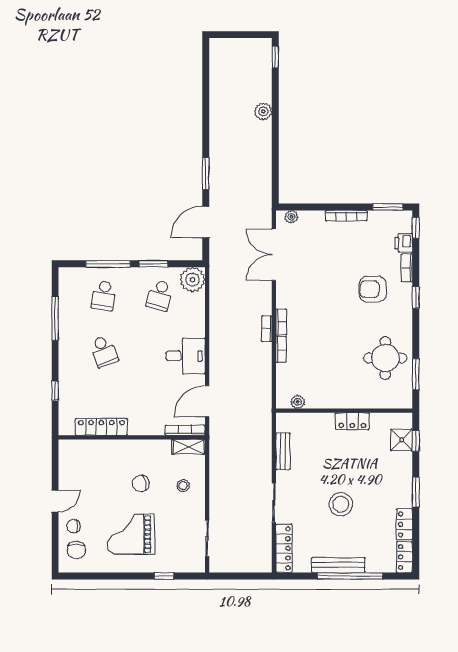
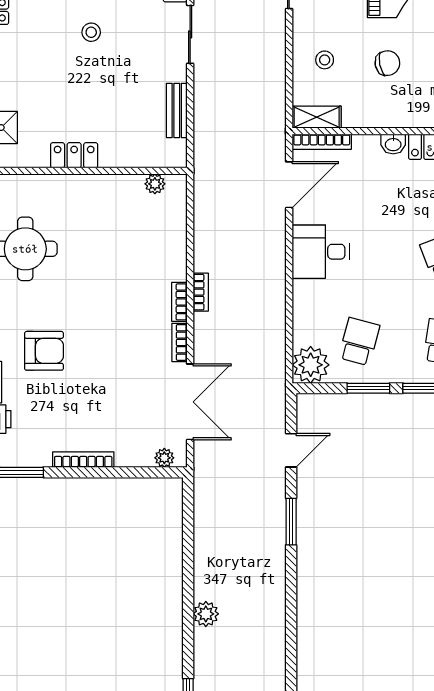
door: (206, 222) -> (291, 450), width x0.73
bookcase: (281, 350) -> (179, 342), moved
washbasin: (137, 429) -> (393, 144), added
stool: (341, 504) -> (91, 32), width x0.53, depth x0.53

